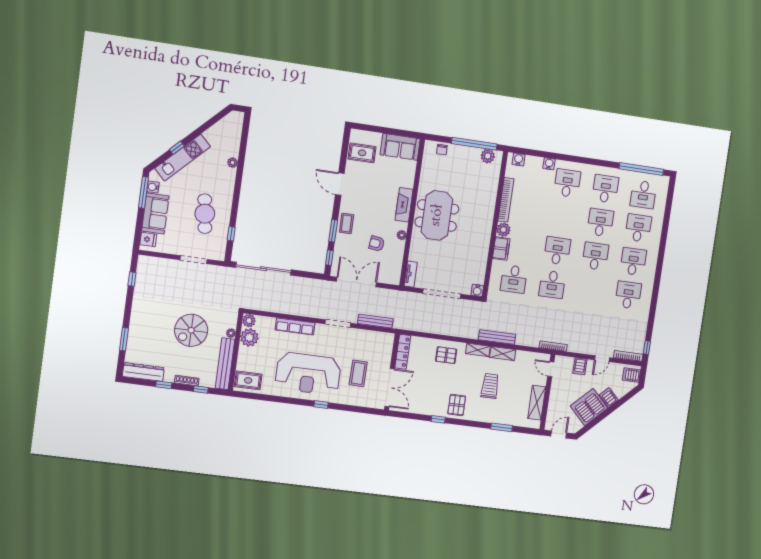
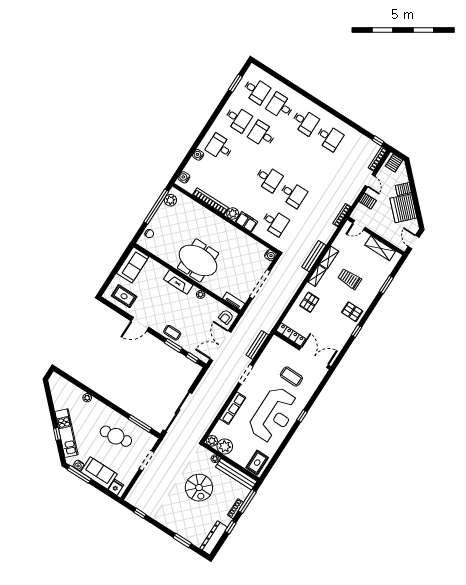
rug: (362, 153) -> (124, 296), turned 90
window: (641, 169) -> (235, 83), width x0.47
desk: (605, 189) -> (238, 119), turned 180
window: (231, 234) -> (140, 424), width x2.17
armchair: (377, 244) -> (226, 317), moved
desk: (557, 251) -> (269, 179), turned 180
desk: (595, 256) -> (287, 150), removed
desk: (633, 262) -> (305, 122), turned 180
desk: (628, 295) -> (329, 138), turned 180
window: (201, 389) -> (247, 501), width x2.17

